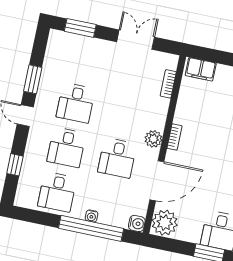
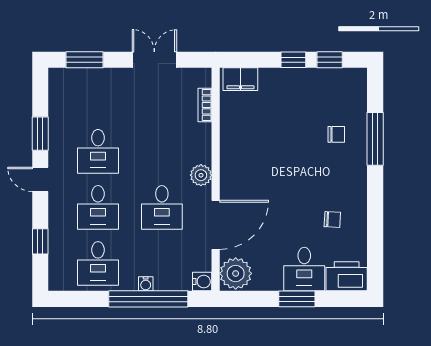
bookcase: (175, 137) -> (226, 168), removed

